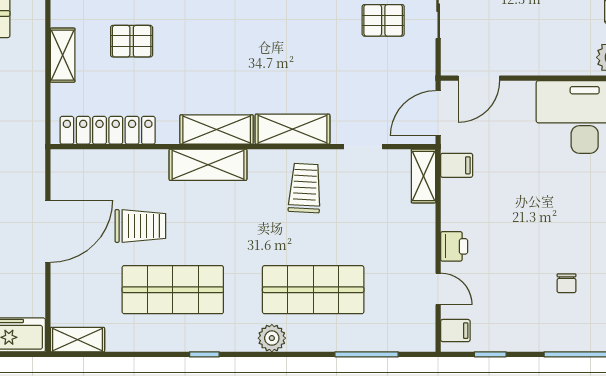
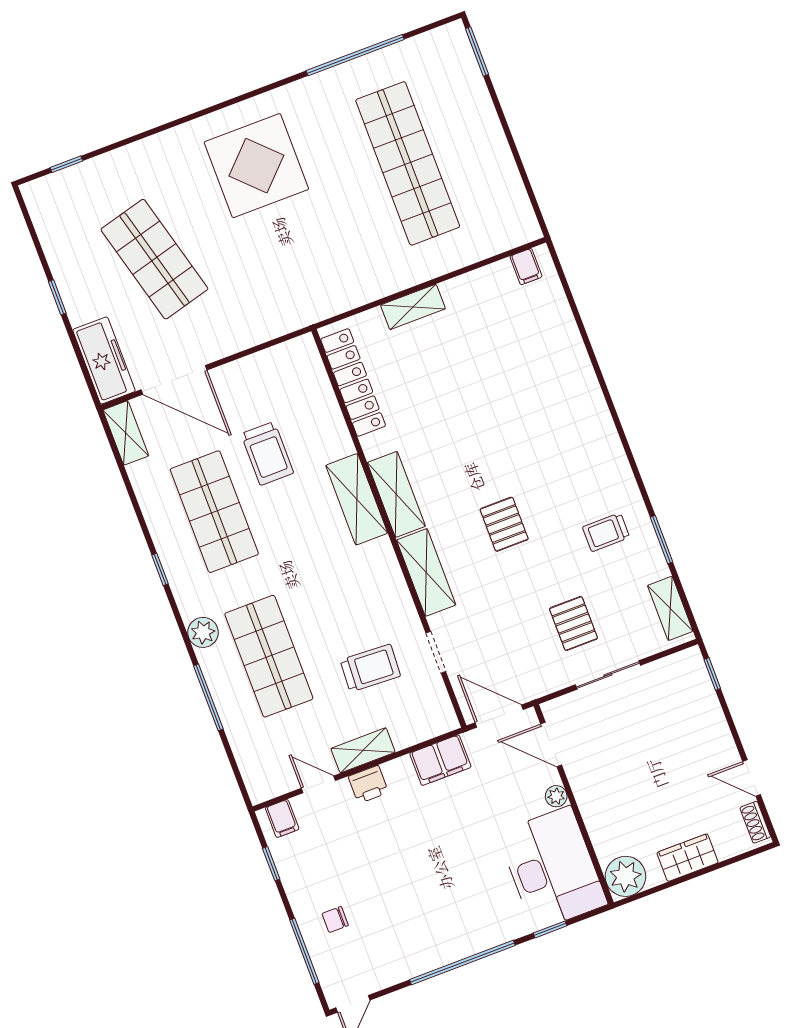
pallet: (132, 41) -> (504, 524), moved
plant: (524, 91) -> (556, 796), added
filing cabinet: (457, 165) -> (440, 760), width x2.00
shelving: (423, 176) -> (363, 750), moved
trolley: (305, 188) -> (370, 668), moved
door: (48, 231) -> (174, 380), moved
chair: (566, 283) -> (335, 920), moved
door: (438, 289) -> (318, 784), swing flipped
window: (367, 354) -> (208, 697), moved

